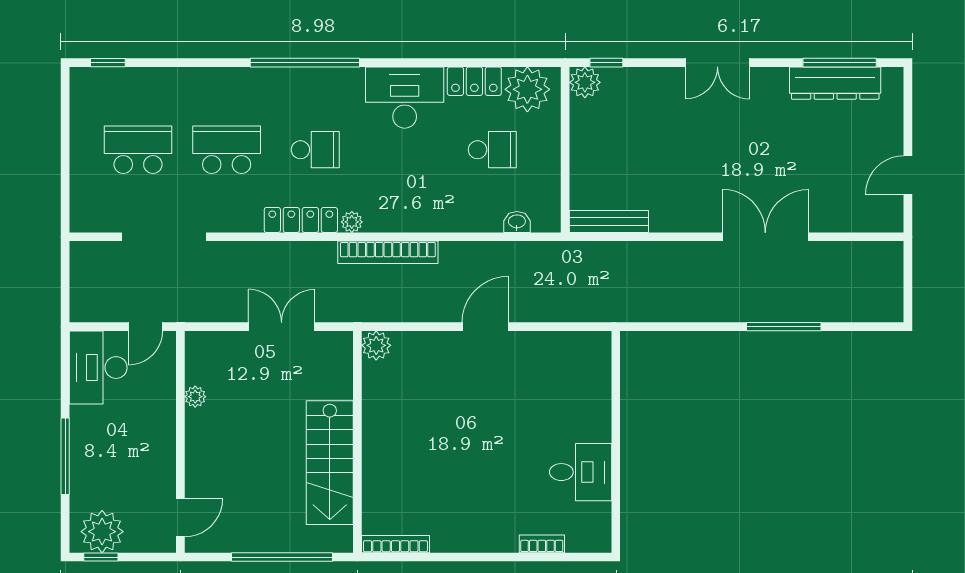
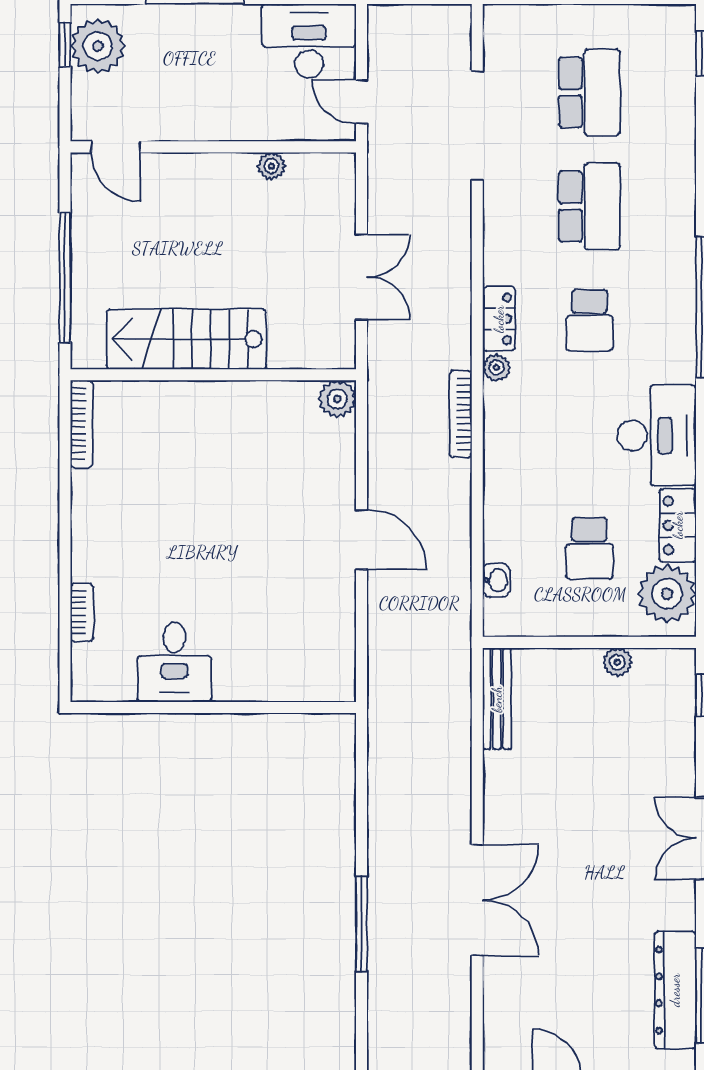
plant: (585, 82) -> (617, 662), moved, width x0.73, depth x0.73
locker: (301, 220) -> (499, 319), width x0.66
bookcase: (388, 252) -> (461, 414), width x0.68, depth x0.76

